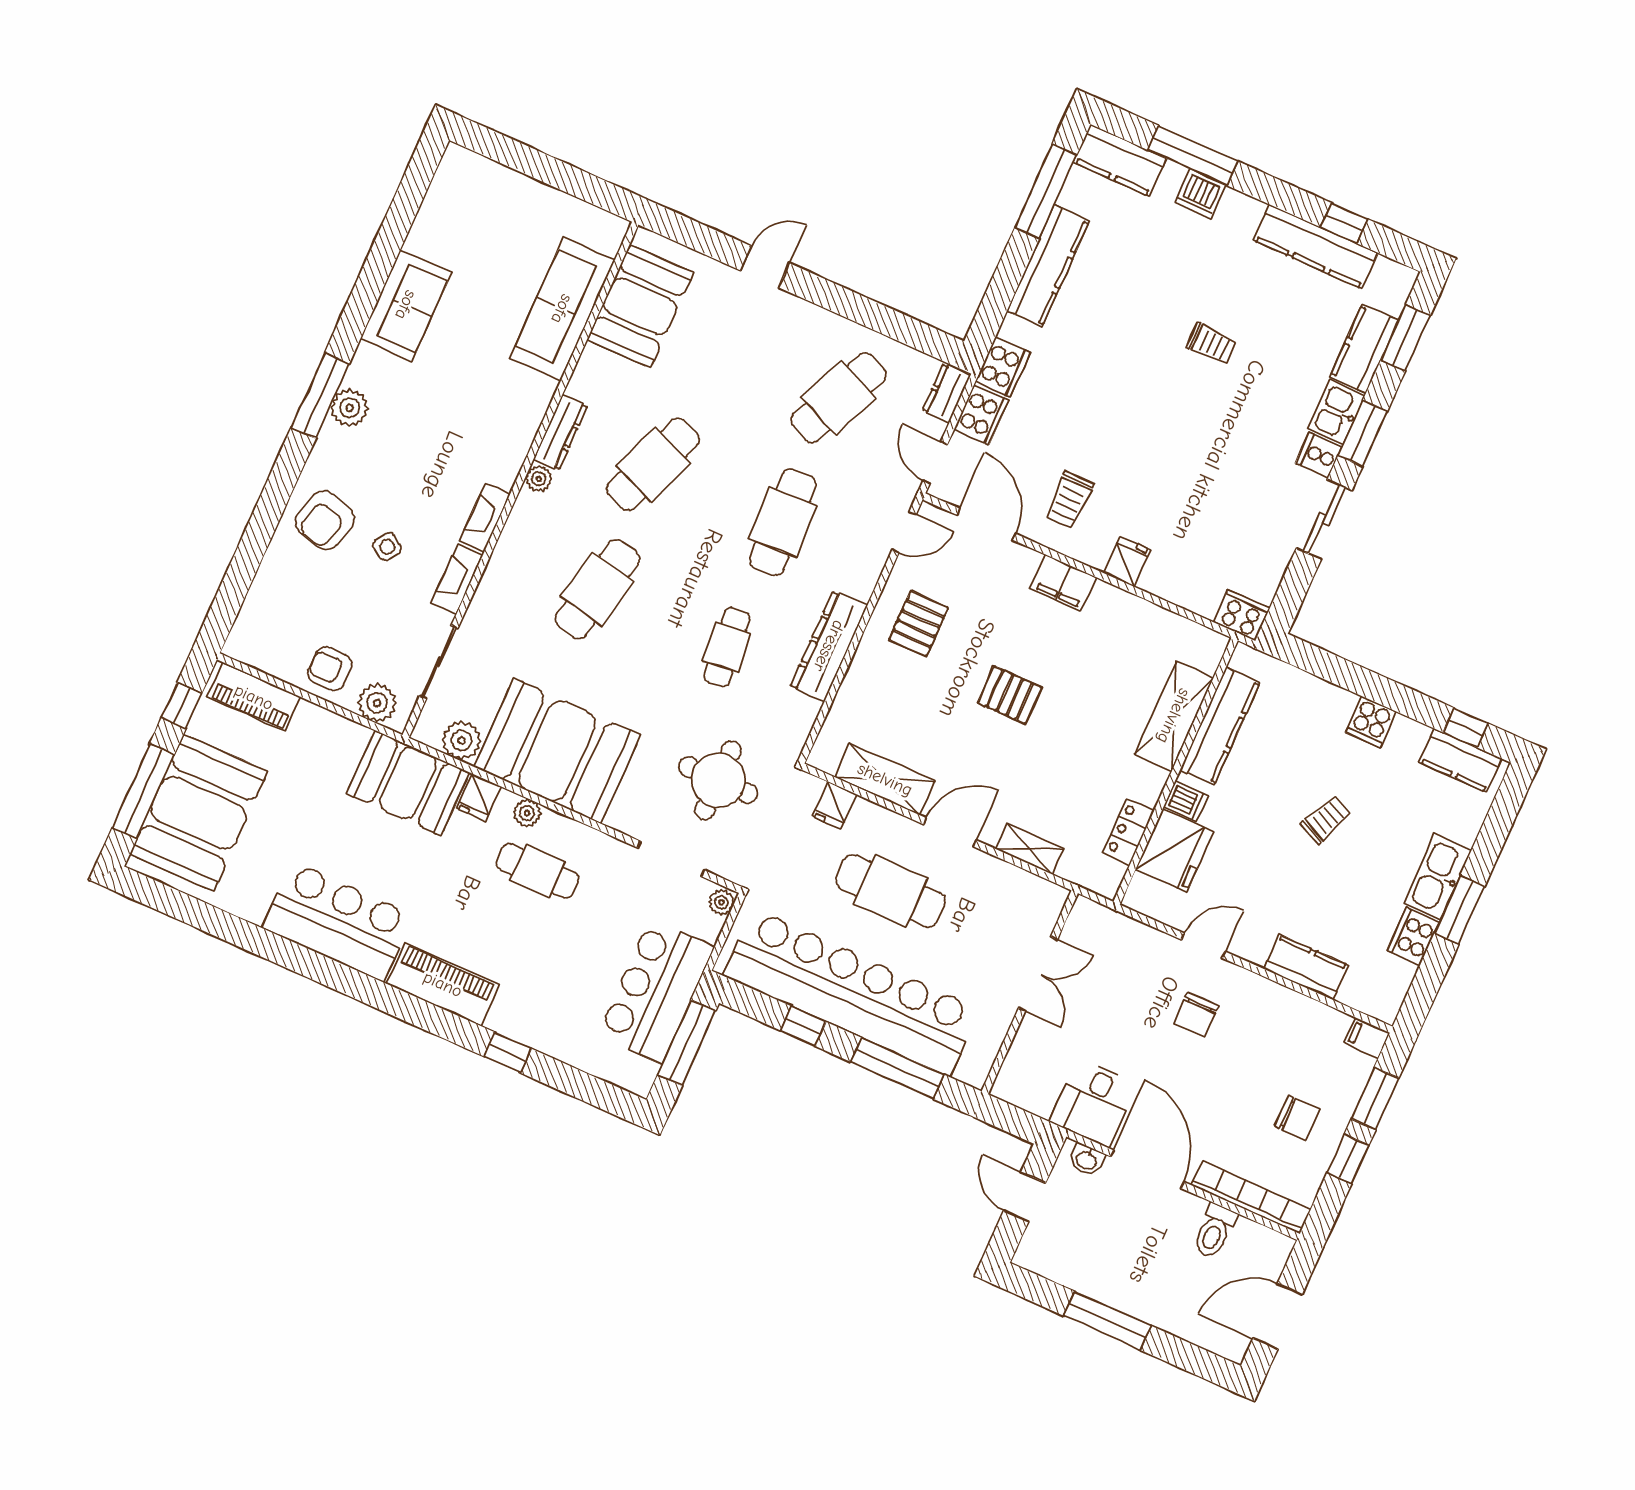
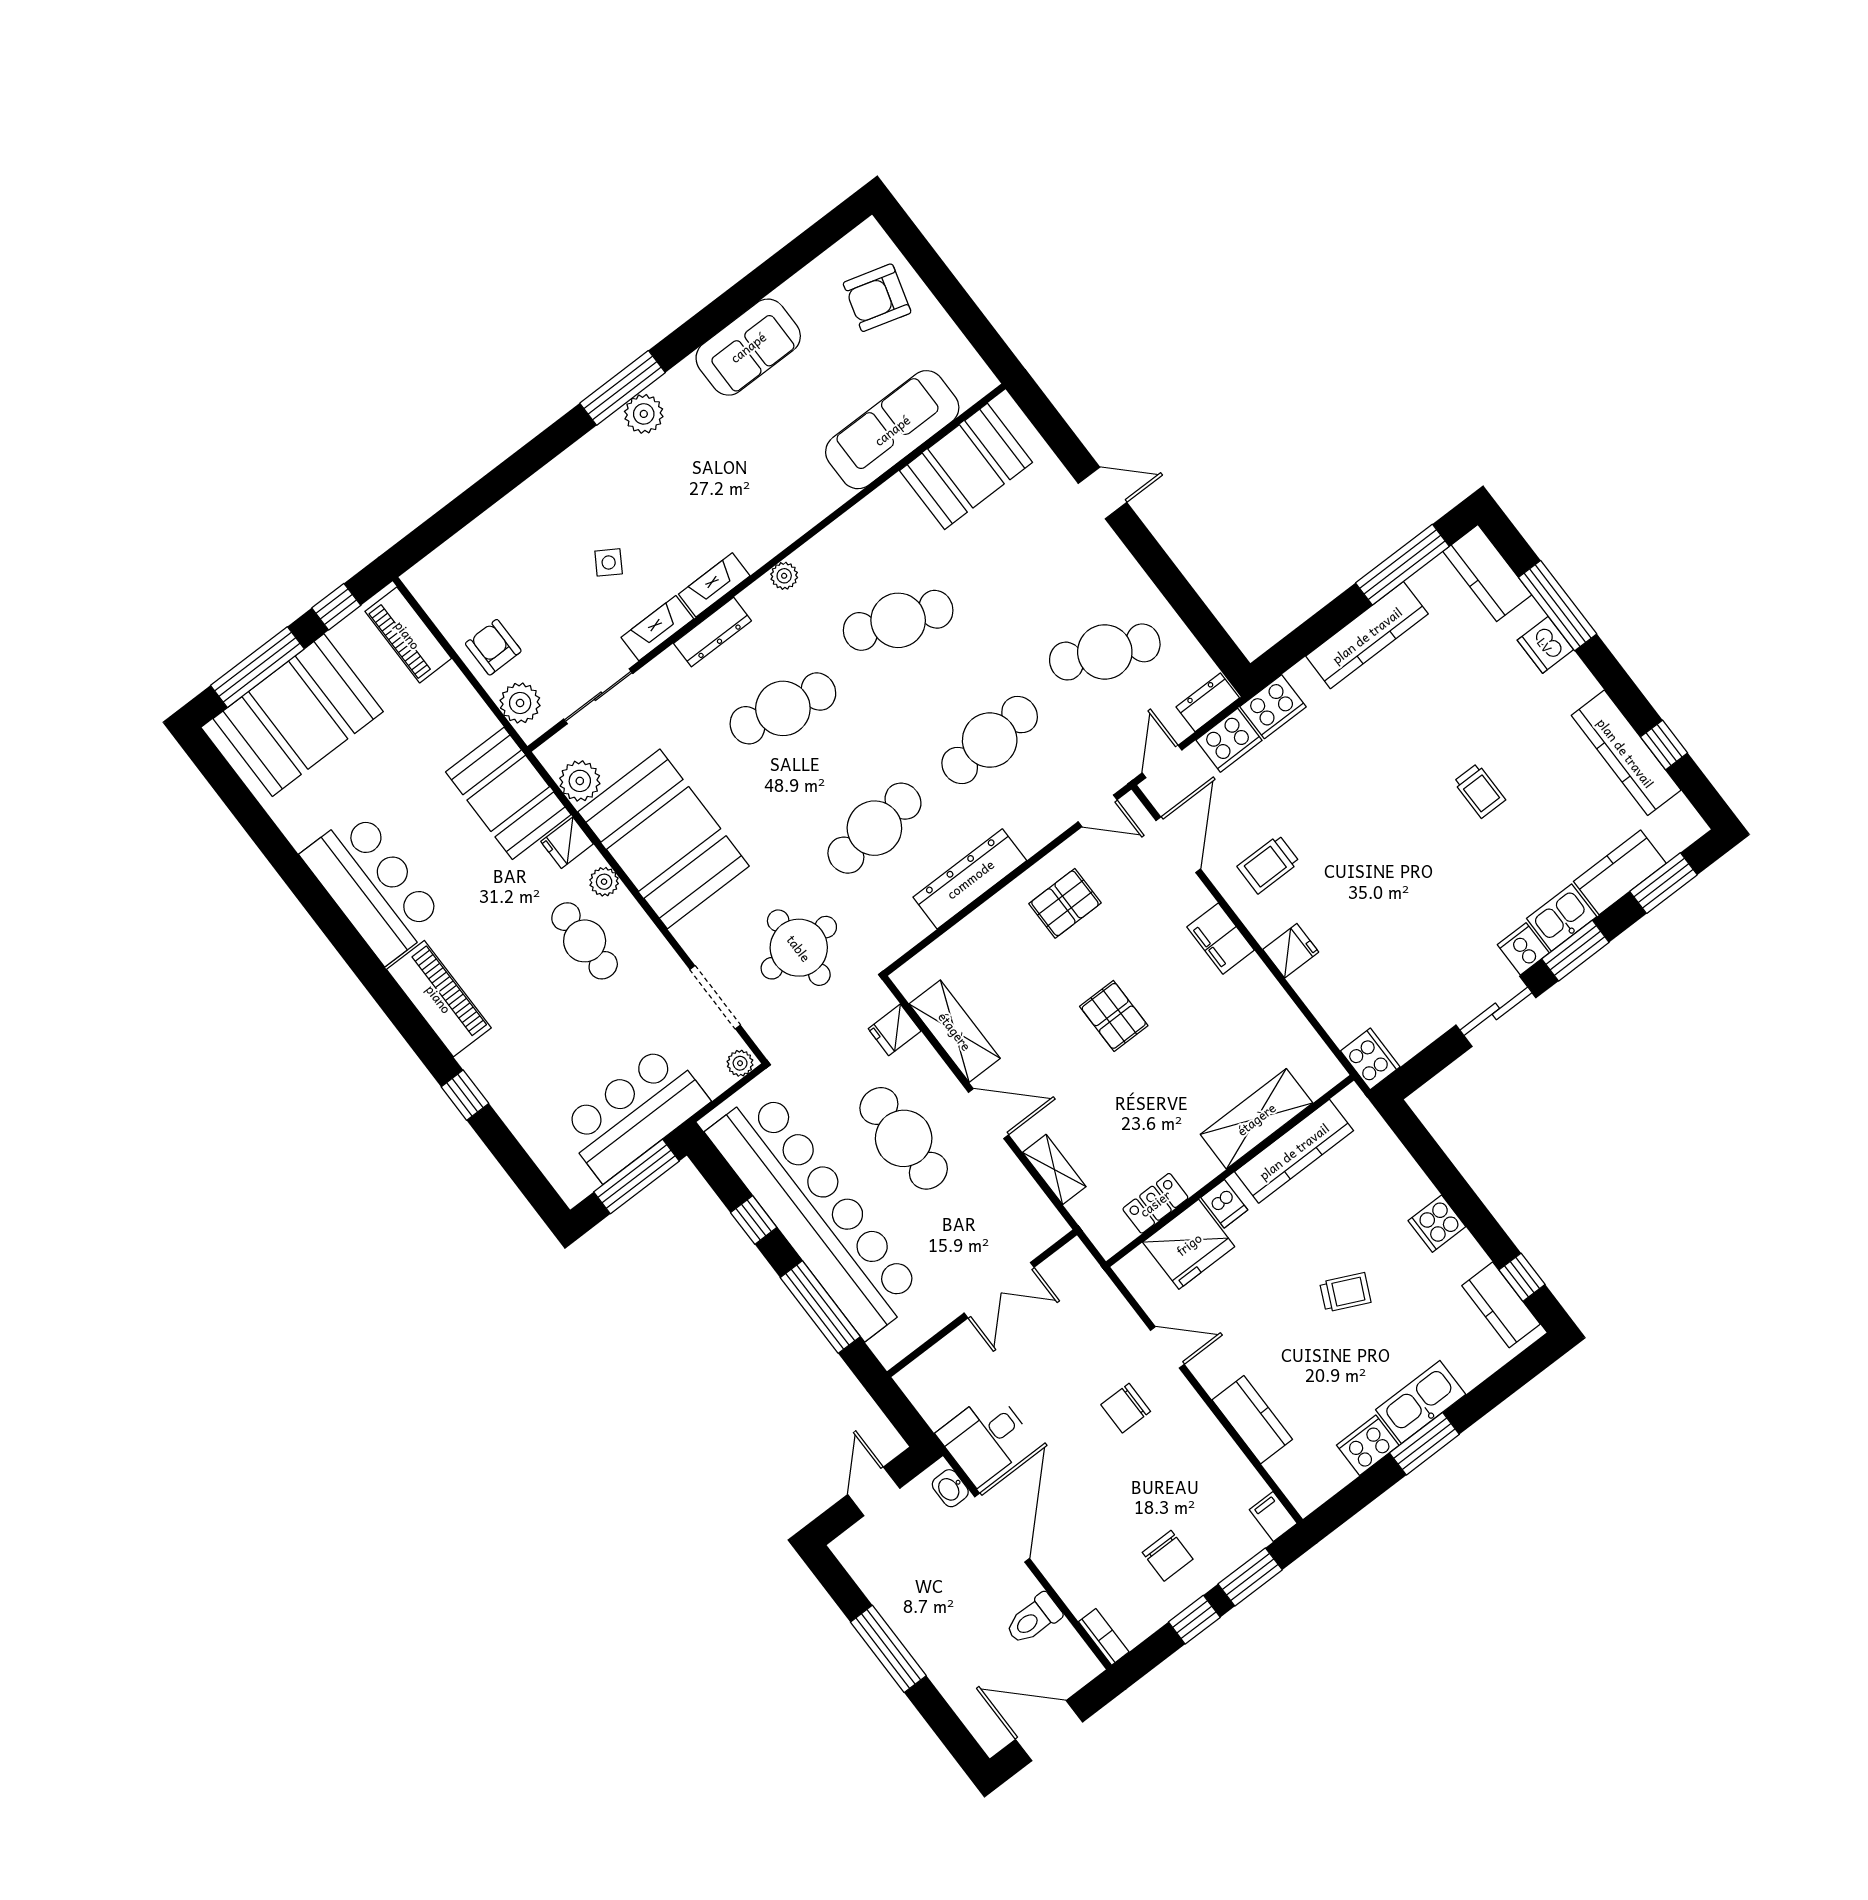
dresser: (561, 432) -> (712, 632), moved
armchair: (325, 520) -> (877, 298), moved
cafe table: (727, 647) -> (874, 828), width x1.37, depth x1.35
bookcase: (1251, 1197) -> (1104, 1637), width x0.43, depth x0.76

